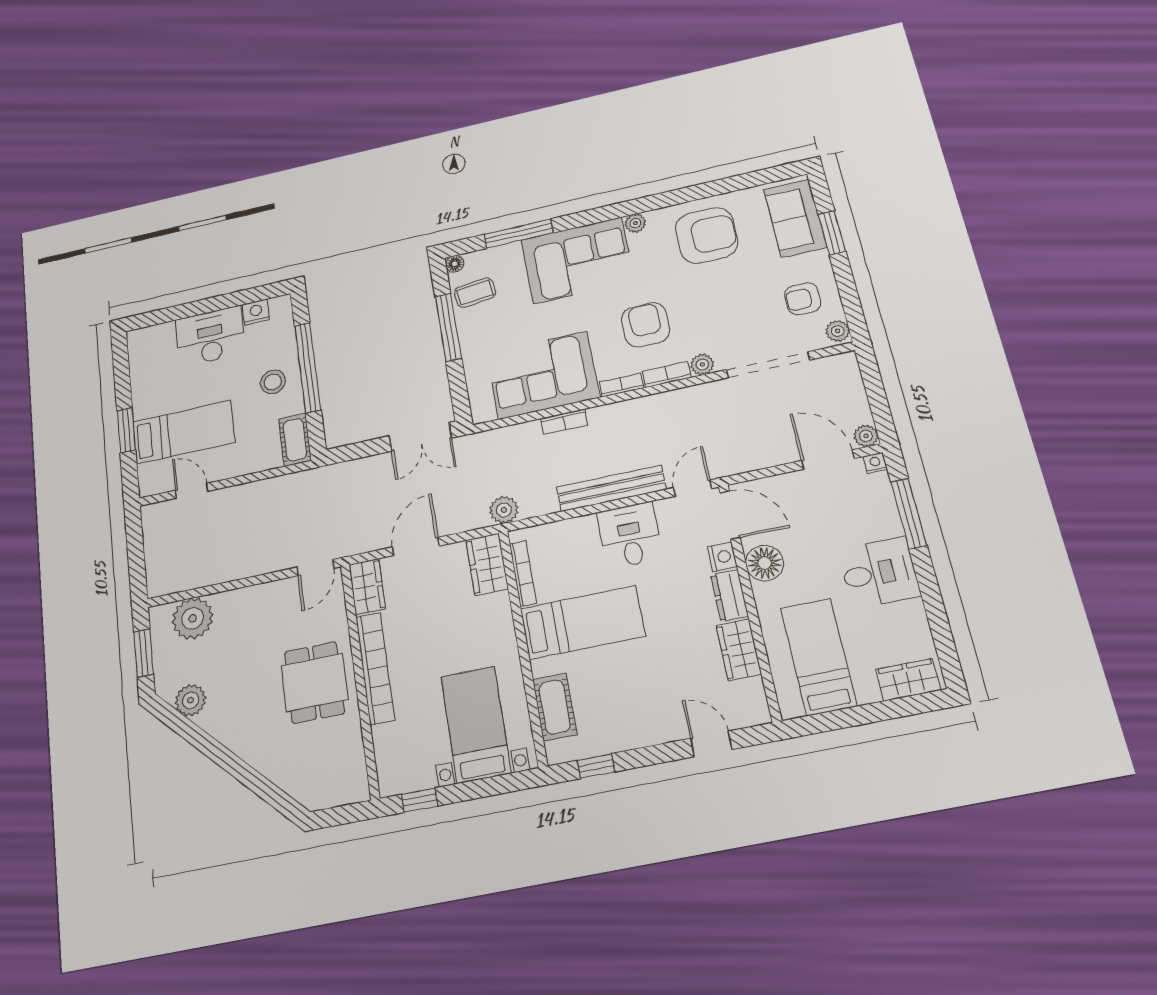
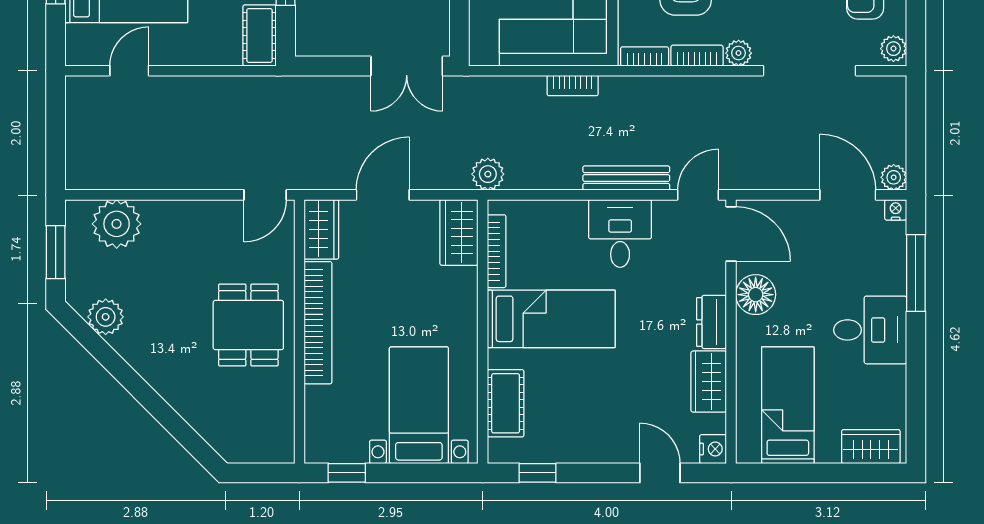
bench: (611, 488) -> (626, 178), width x0.73, depth x0.82
door: (192, 491) -> (129, 71), hinge flipped
nightstand: (722, 557) -> (713, 449), moved

